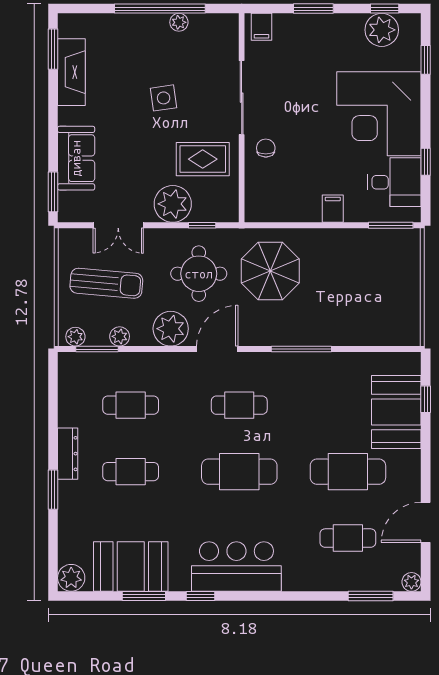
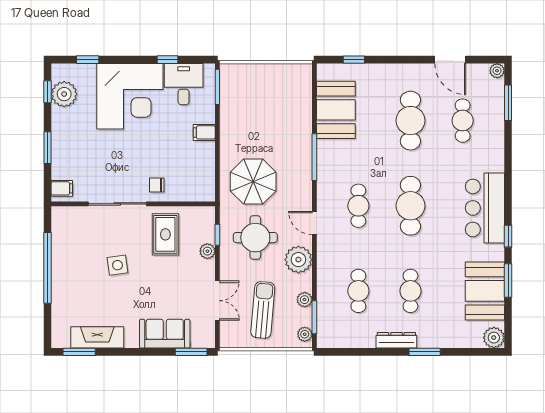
plant: (179, 22) -> (58, 253), removed
plant: (173, 204) -> (207, 251), width x0.53, depth x0.53
door: (217, 349) -> (314, 223), width x0.73
booth: (396, 412) -> (336, 110), moved, turned 90

